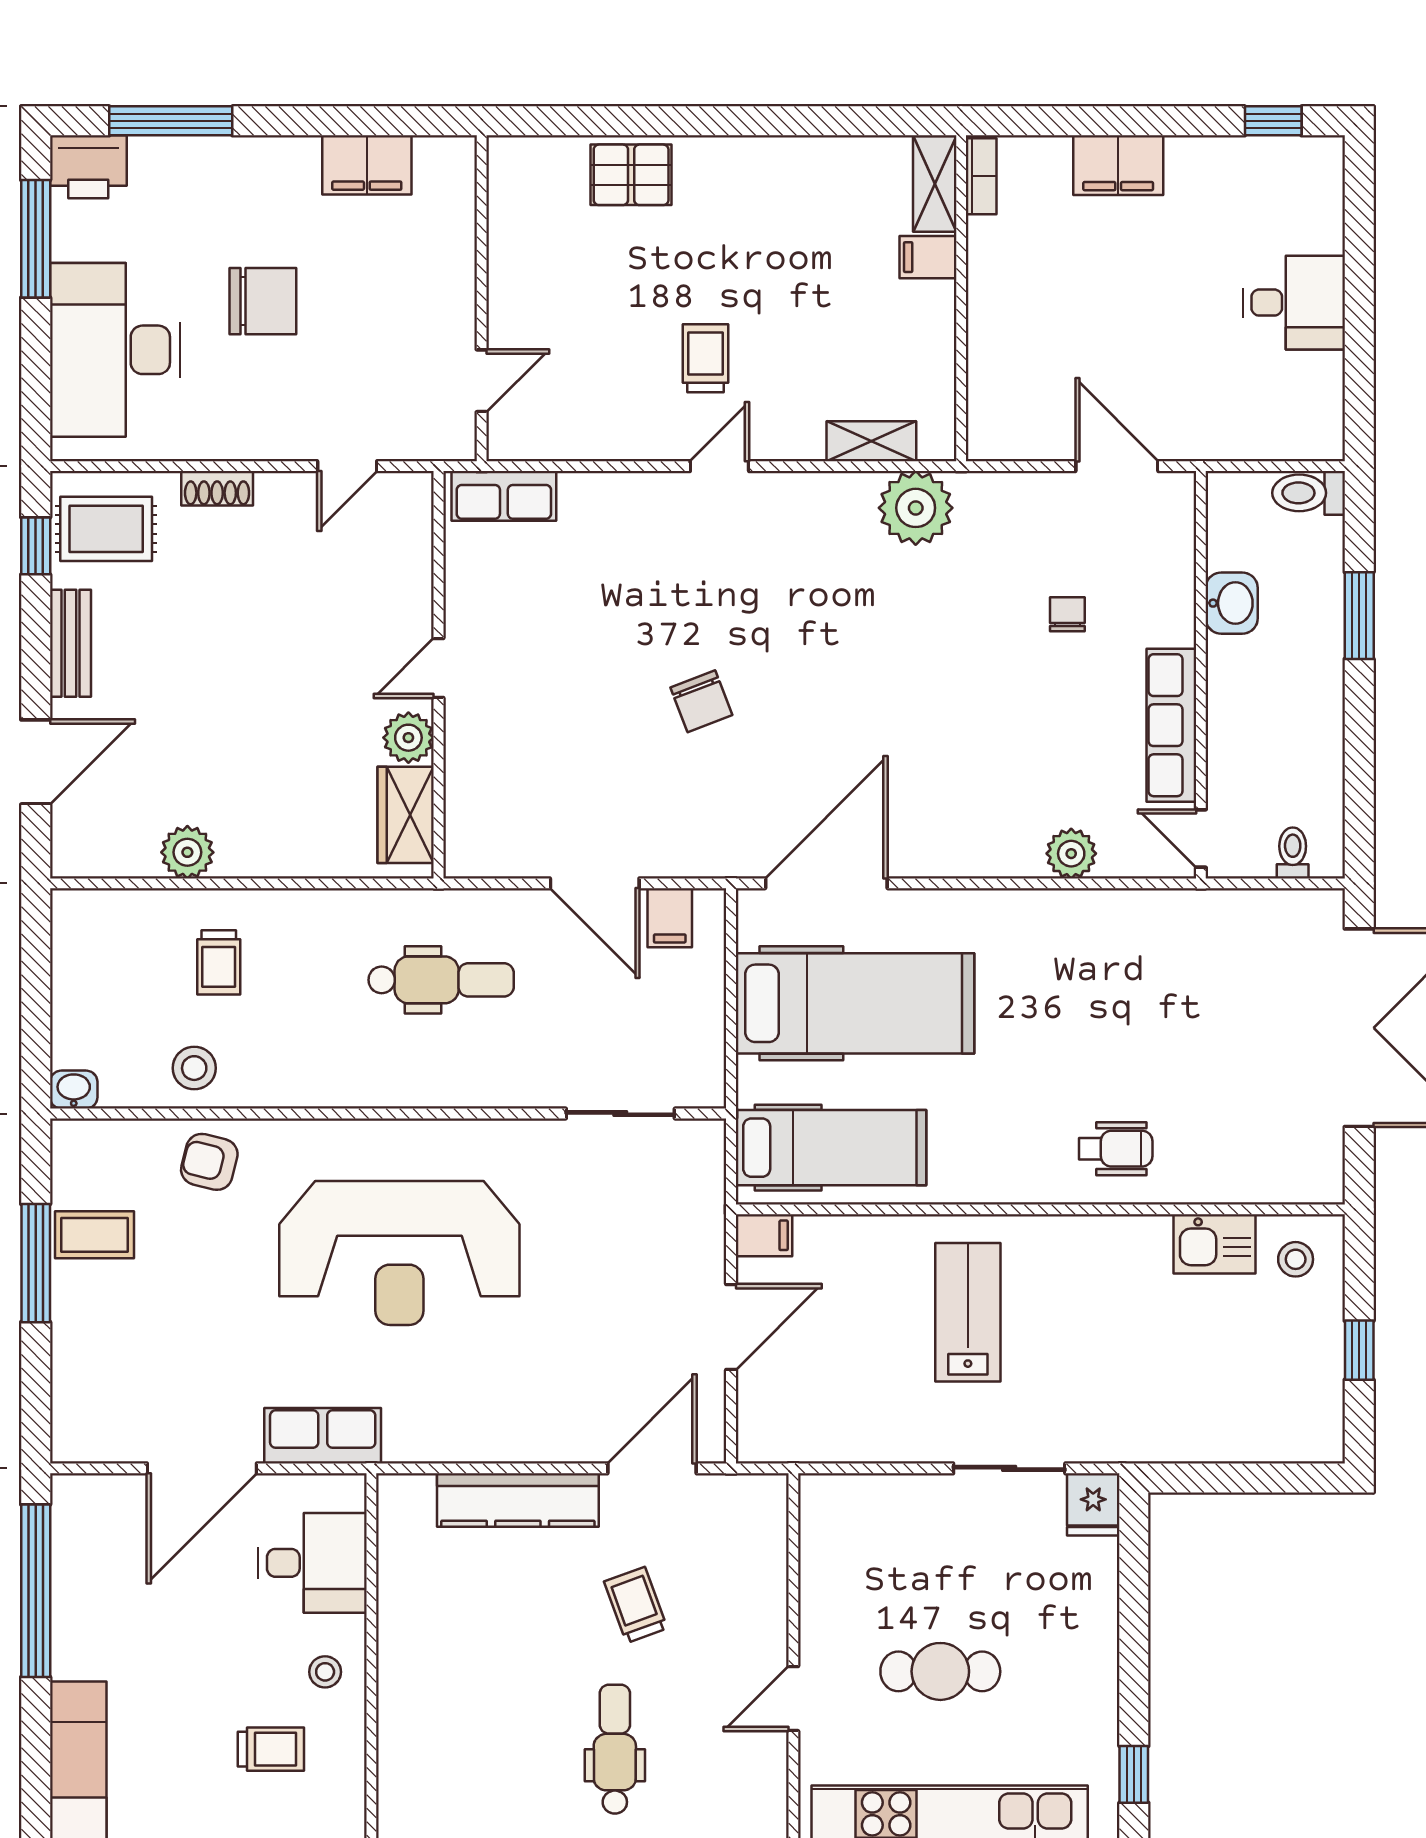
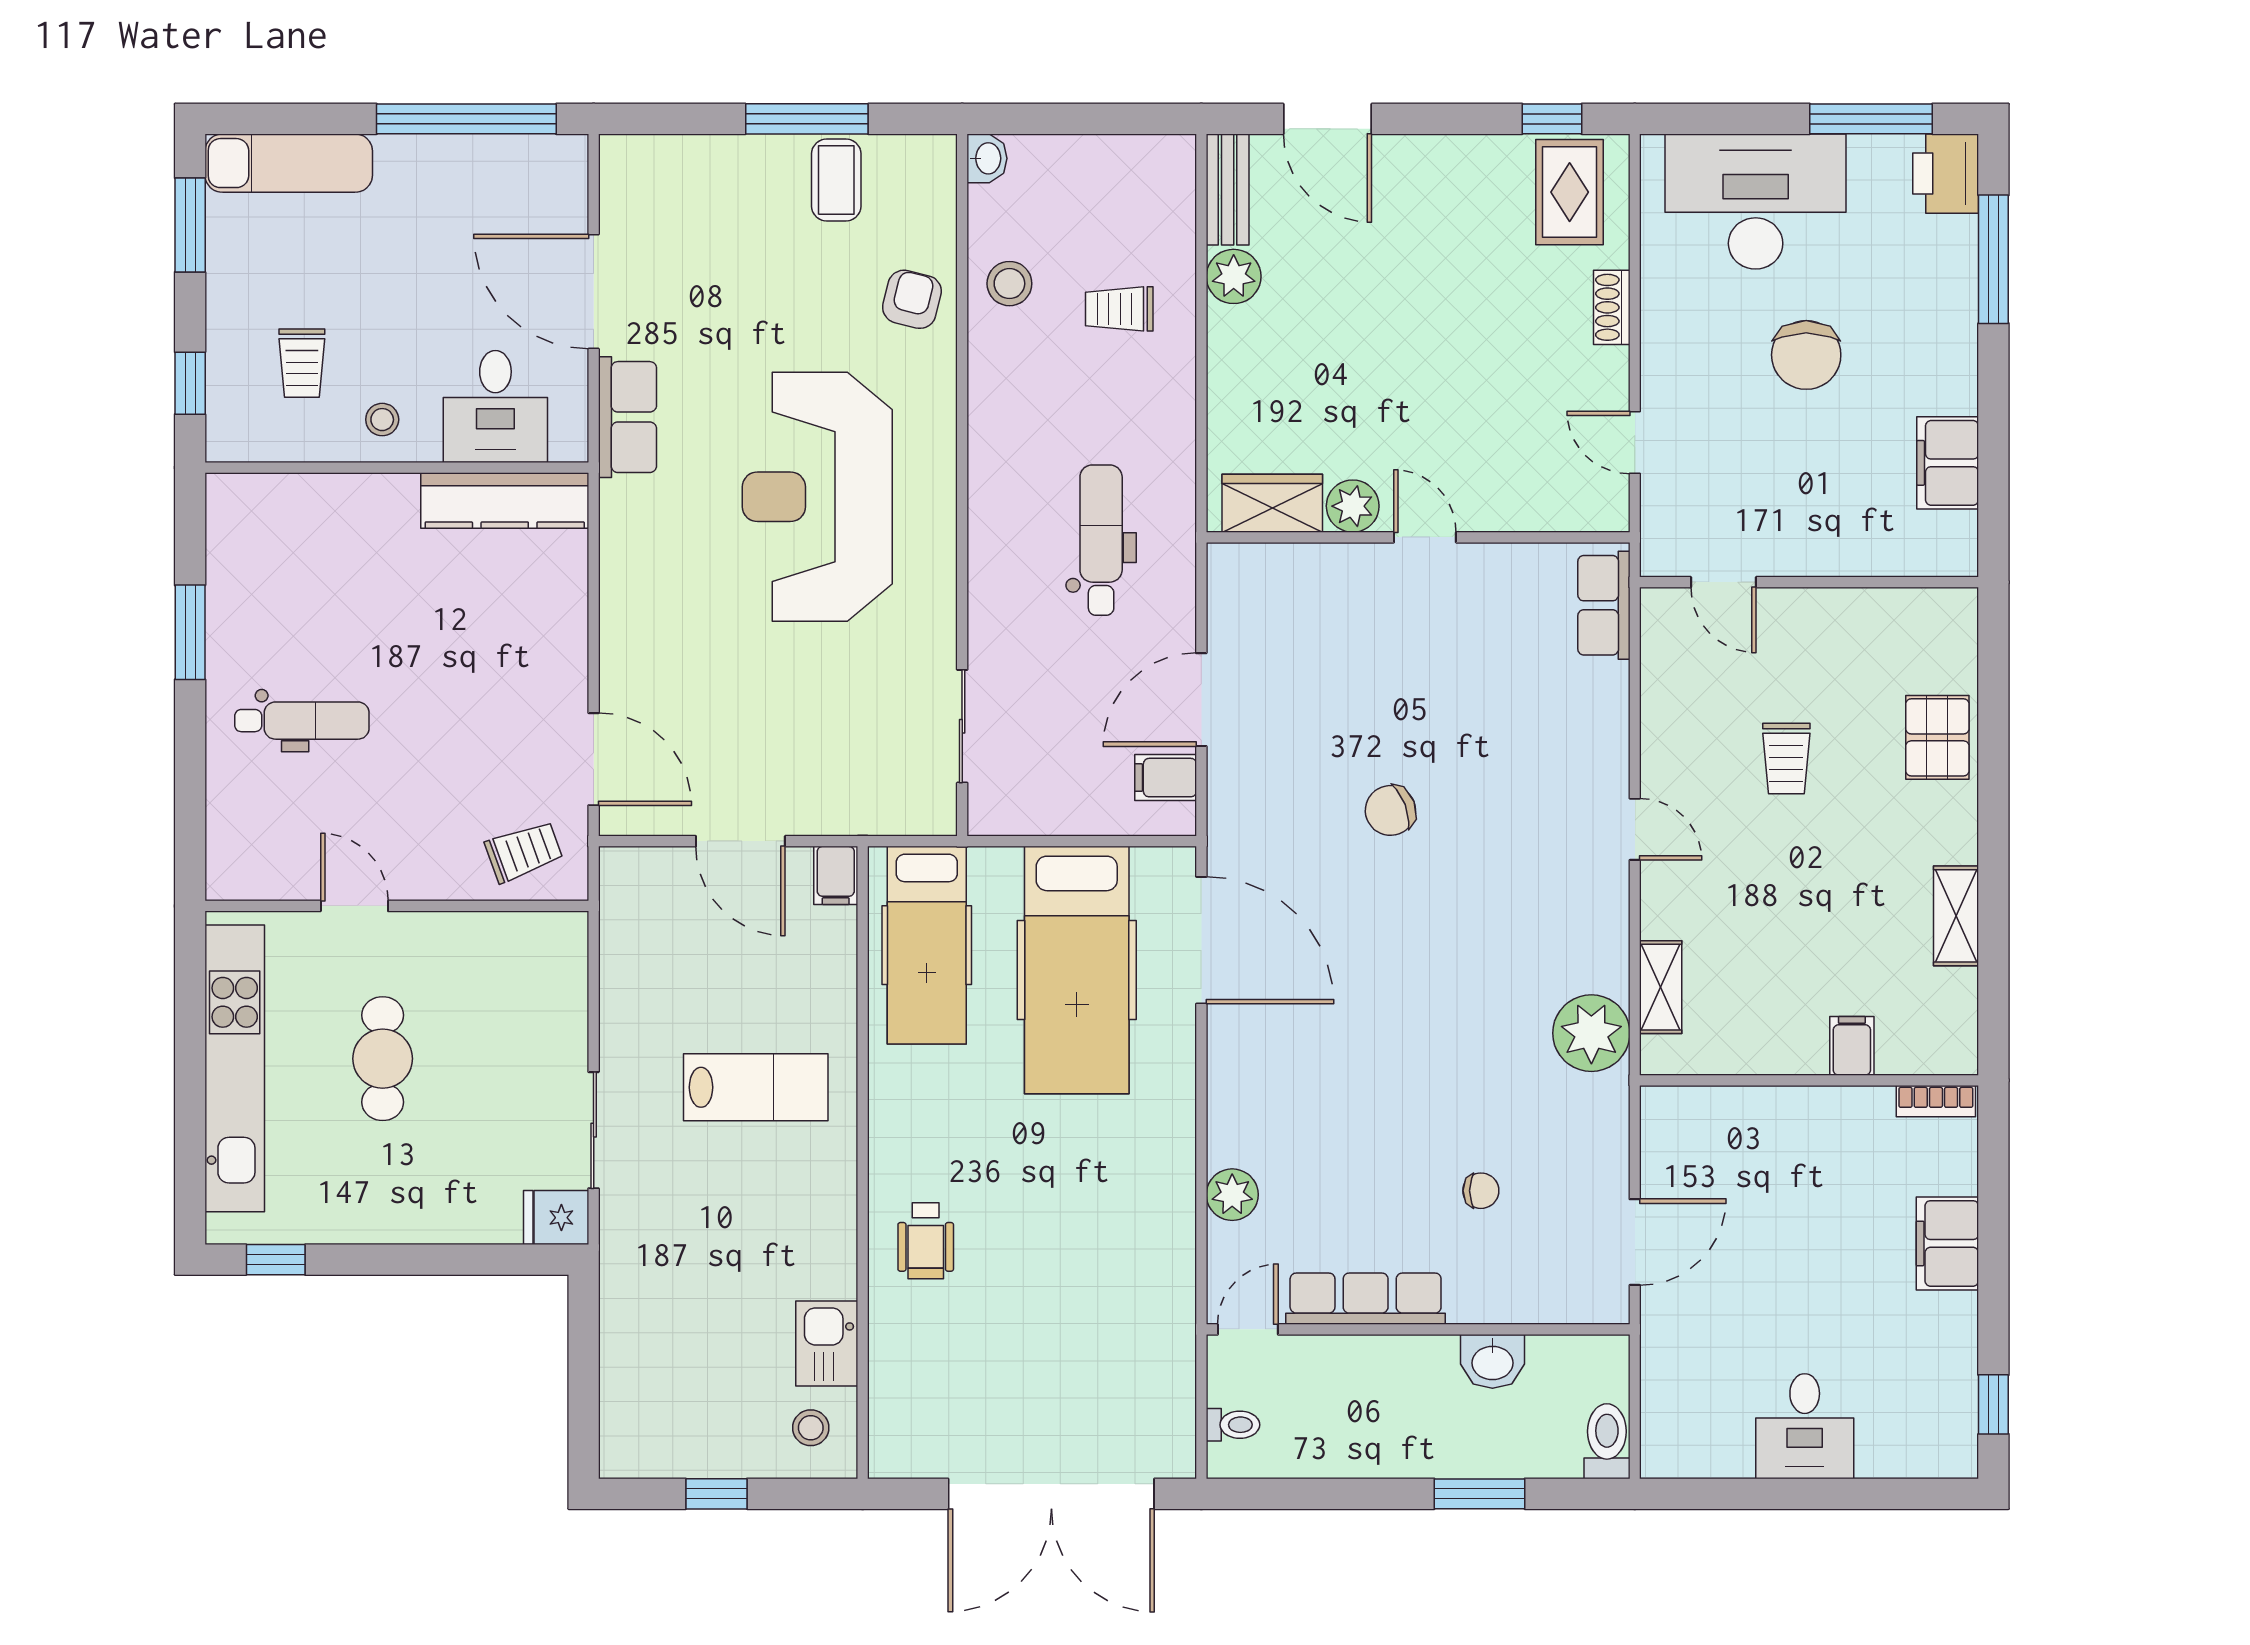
shelving: (935, 184) -> (1956, 916), moved, turned 90
trolley: (705, 358) -> (1786, 759), moved, turned 90
bench: (71, 643) -> (1228, 189), moved, turned 90
dental chair: (441, 980) -> (1101, 540), turned 180
kitchen counter: (518, 1500) -> (505, 501), moved, turned -90
trolley: (636, 1605) -> (524, 852), moved

